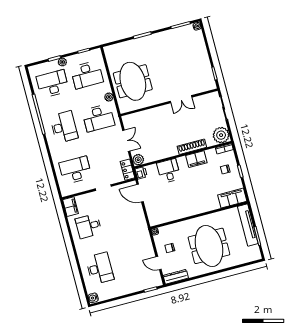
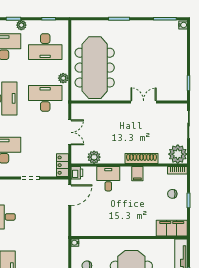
meeting table: (133, 81) -> (95, 68), width x1.36
double door: (181, 99) -> (144, 102), swing flipped
desk: (98, 118) -> (45, 98), turned 180
filing cabinet: (196, 159) -> (137, 174), width x0.50
plant: (138, 160) -> (94, 157), moved
door: (140, 193) -> (70, 195), swing flipped

